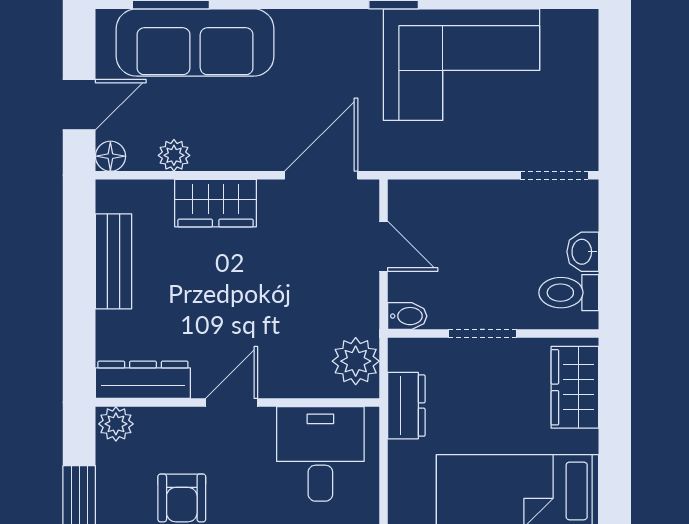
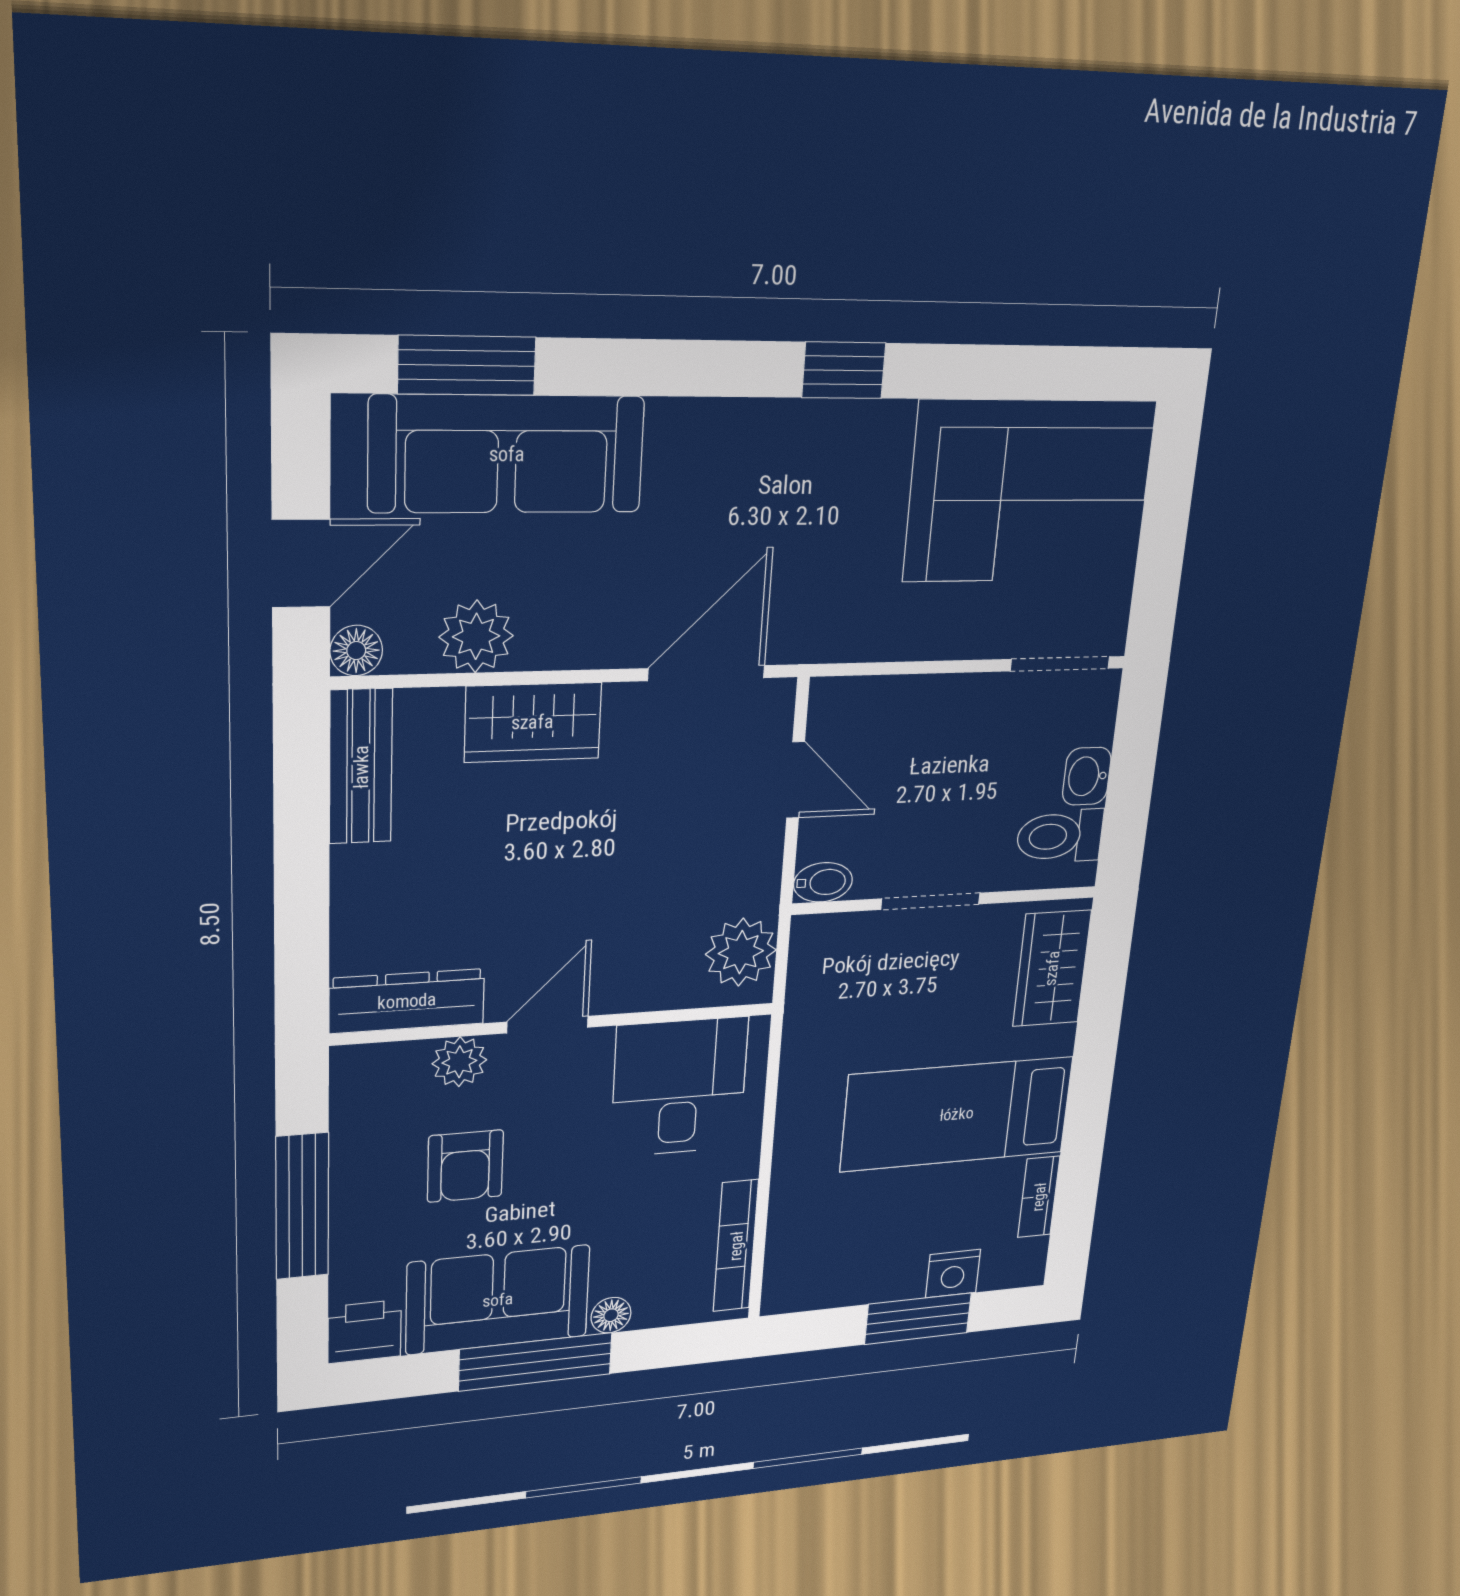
corner sofa: (461, 65) -> (1030, 491), moved
plant: (174, 155) -> (476, 636), width x1.38, depth x1.38
bench: (114, 261) -> (361, 767), moved
dresser: (406, 406) -> (811, 1010), removed
plant: (116, 424) -> (459, 1062), moved

